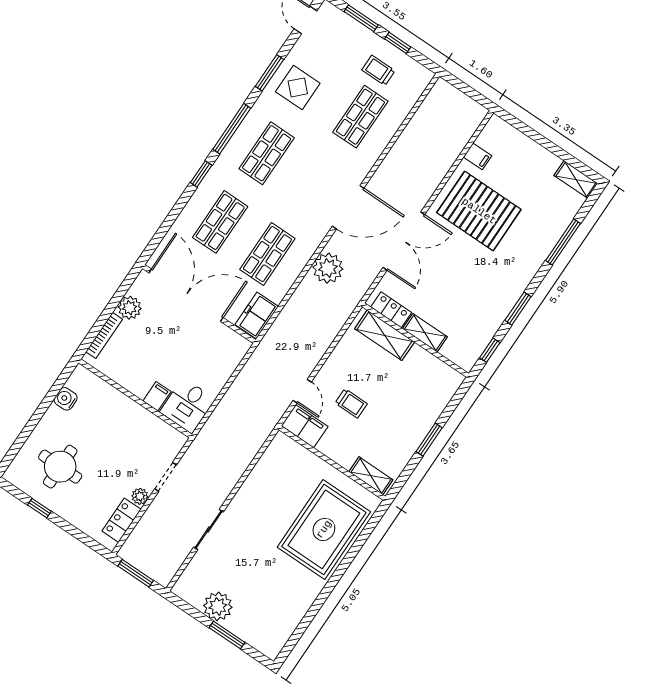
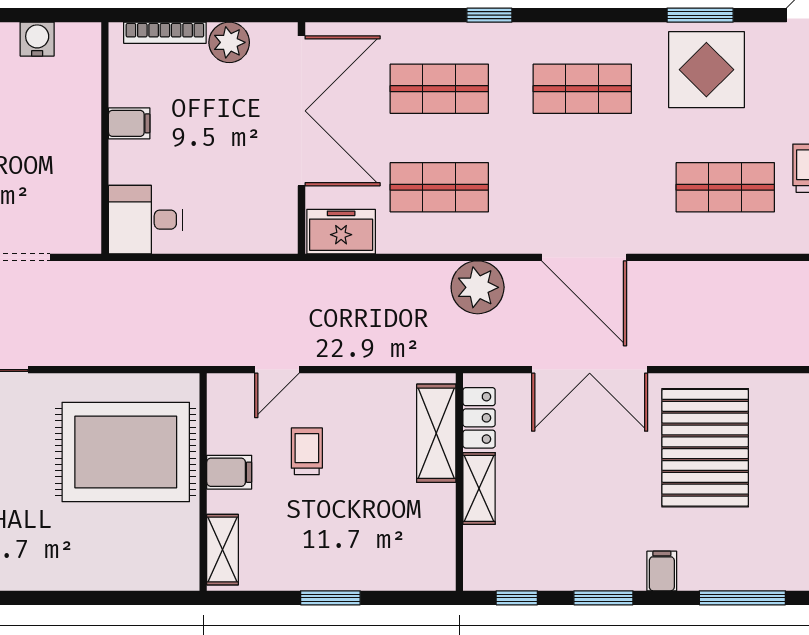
display table: (298, 87) -> (706, 70), width x1.36, depth x1.36
window: (232, 129) -> (584, 15), removed
filing cabinet: (477, 156) -> (662, 571), moved, turned 180
filing cabinet: (157, 396) -> (129, 123), moved
trolley: (351, 403) -> (307, 451), turned 180
filing cabinet: (305, 426) -> (229, 472), moved, width x0.50
rug: (324, 529) -> (126, 452), moved

